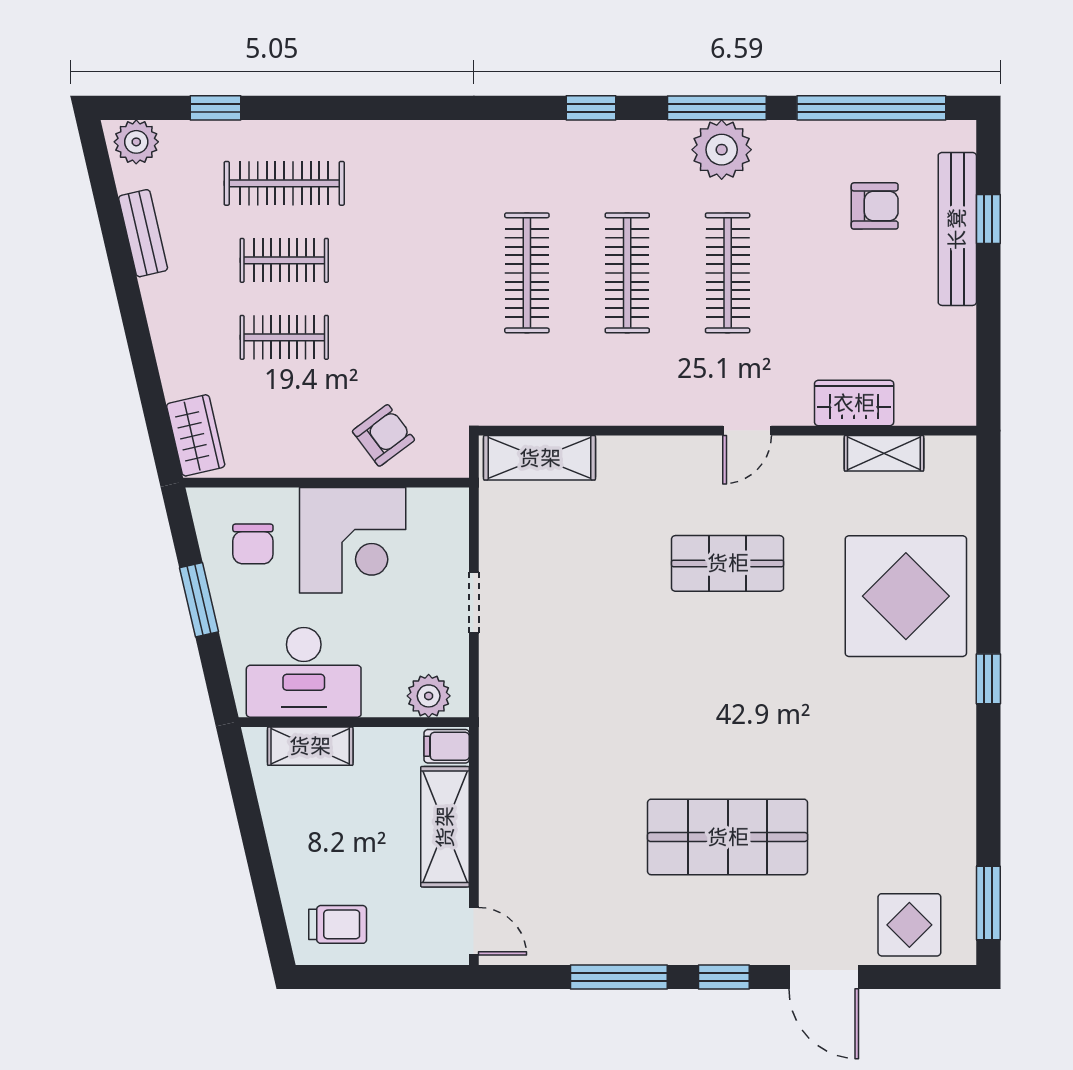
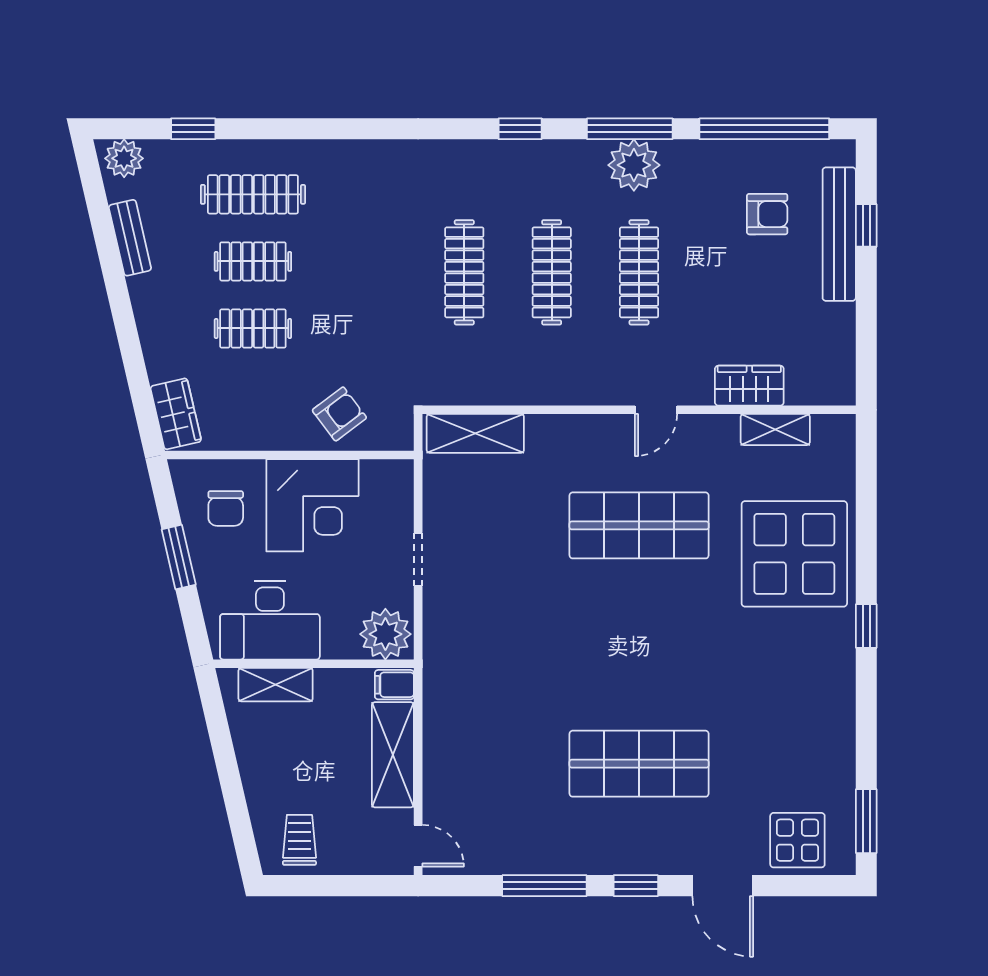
shop shelf: (728, 563) -> (639, 525), width x1.43, depth x1.36
plant: (429, 696) -> (385, 634), width x1.36, depth x1.36
trolley: (338, 924) -> (299, 840), turned -90

